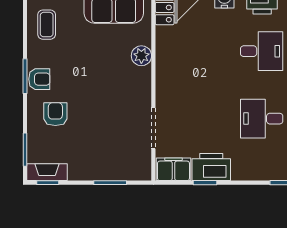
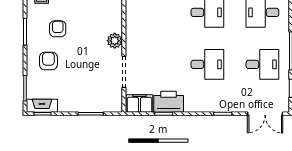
plant: (141, 56) -> (115, 41), moved
armchair: (39, 79) -> (58, 29), moved, turned -90
desk: (262, 119) -> (207, 64), turned 180

